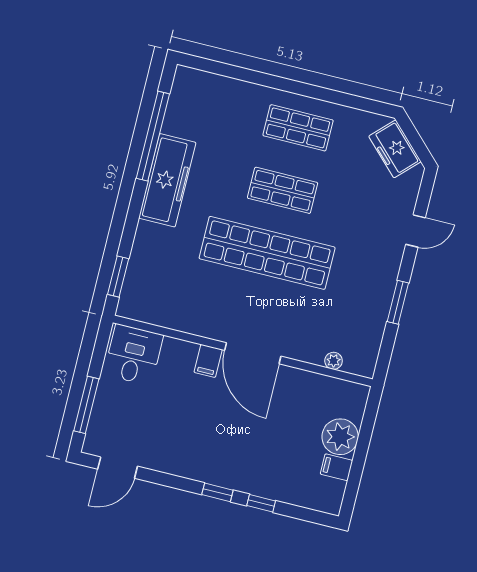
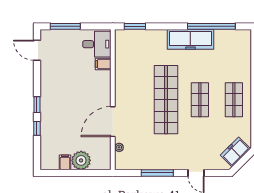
window: (398, 302) -> (157, 173), width x1.44
door: (253, 353) -> (113, 122), moved
filing cabinet: (208, 361) -> (103, 64), moved

